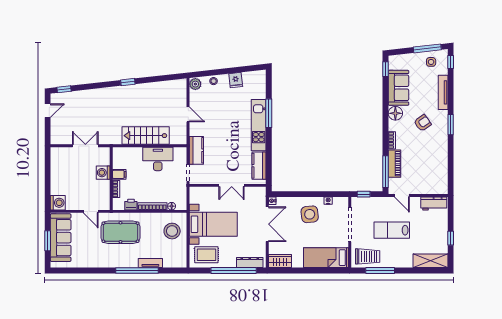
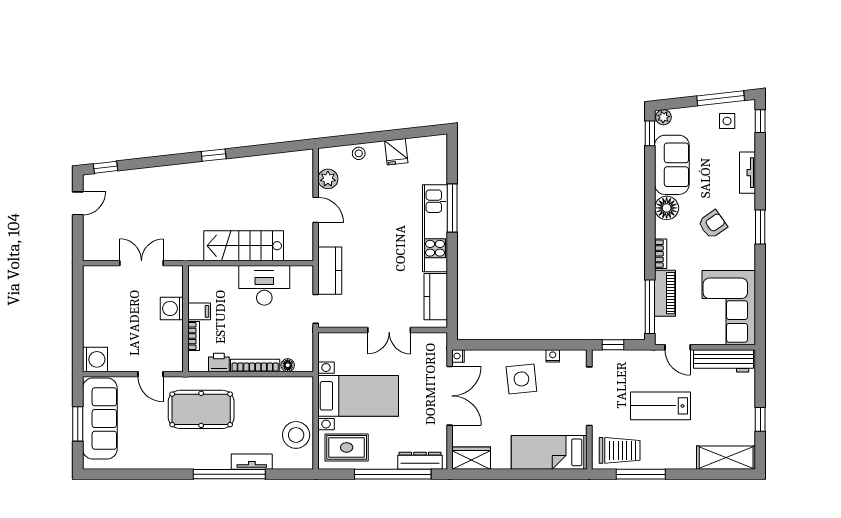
plant: (394, 60) -> (663, 117), added
plant: (195, 84) -> (328, 179), moved
tv unit: (443, 92) -> (747, 173), width x0.71
corner sofa: (432, 172) -> (729, 308), added
workbench: (434, 204) -> (723, 361), width x1.38
stool: (172, 231) -> (296, 435), moved

